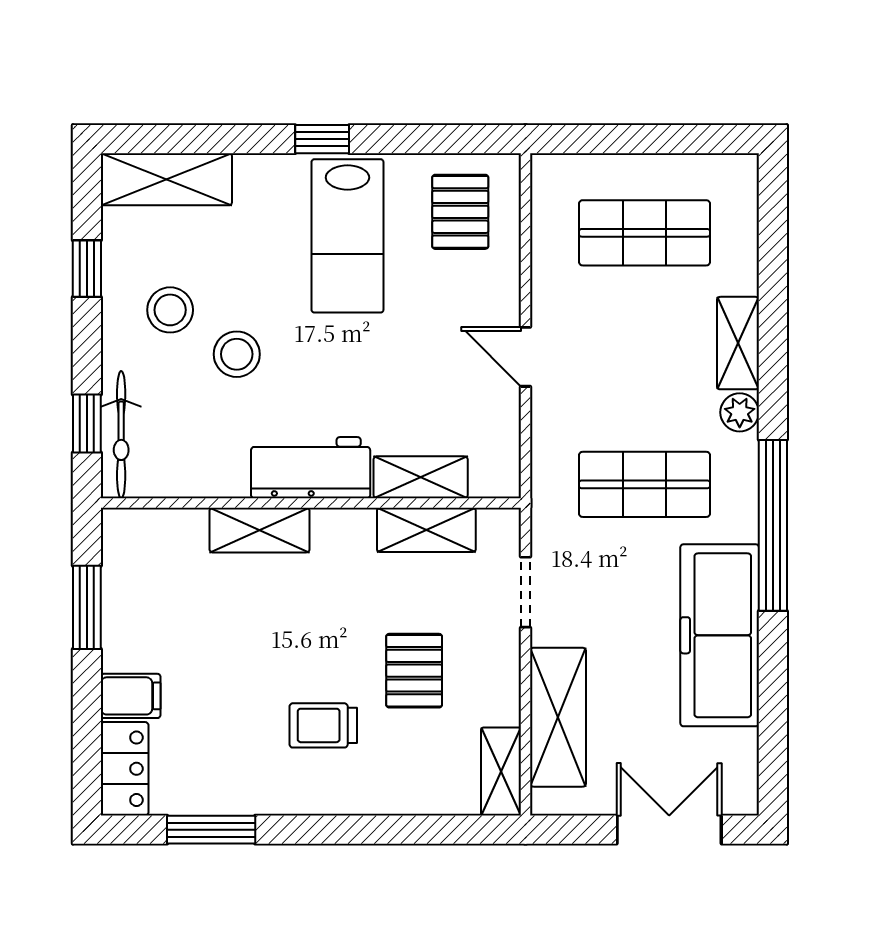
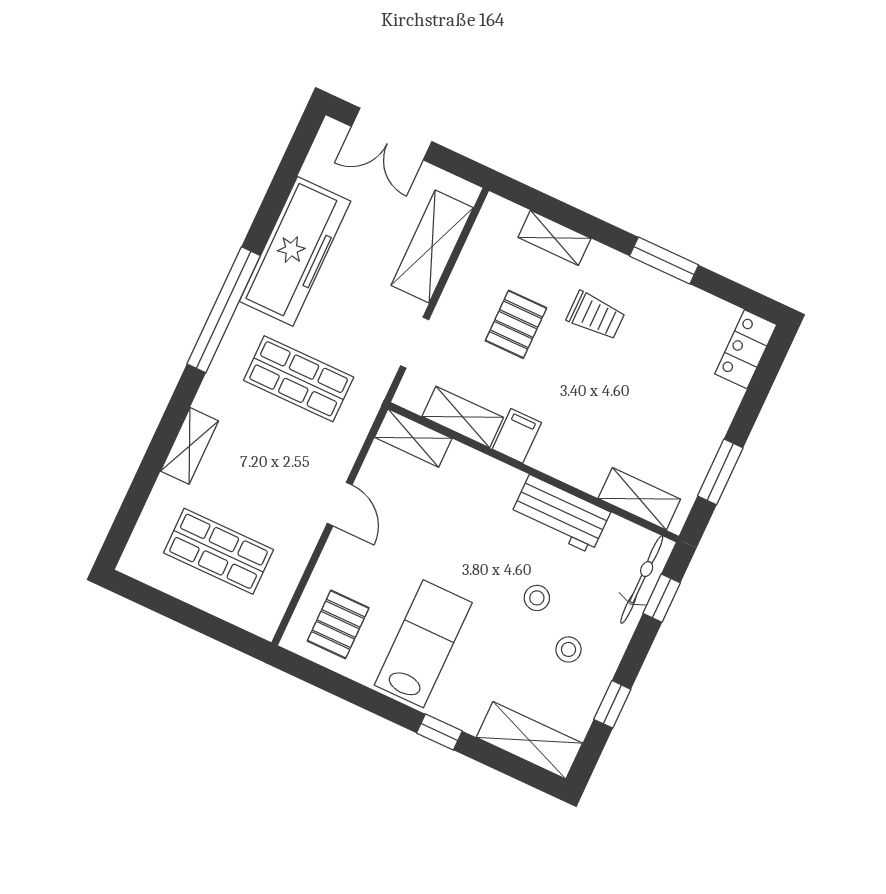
window: (322, 139) -> (439, 732), moved
stool: (170, 310) -> (569, 649), width x0.73, depth x0.73
stool: (237, 354) -> (537, 598), width x0.73, depth x0.73
plant: (740, 412) -> (210, 398), removed
workbench: (311, 468) -> (560, 514), moved
shelving: (421, 477) -> (413, 438), moved
shelving: (260, 530) -> (639, 499), moved
filing cabinet: (131, 696) -> (517, 436), moved, turned 90
shelving: (501, 771) -> (554, 238), moved, turned 90
window: (211, 830) -> (664, 261), moved

